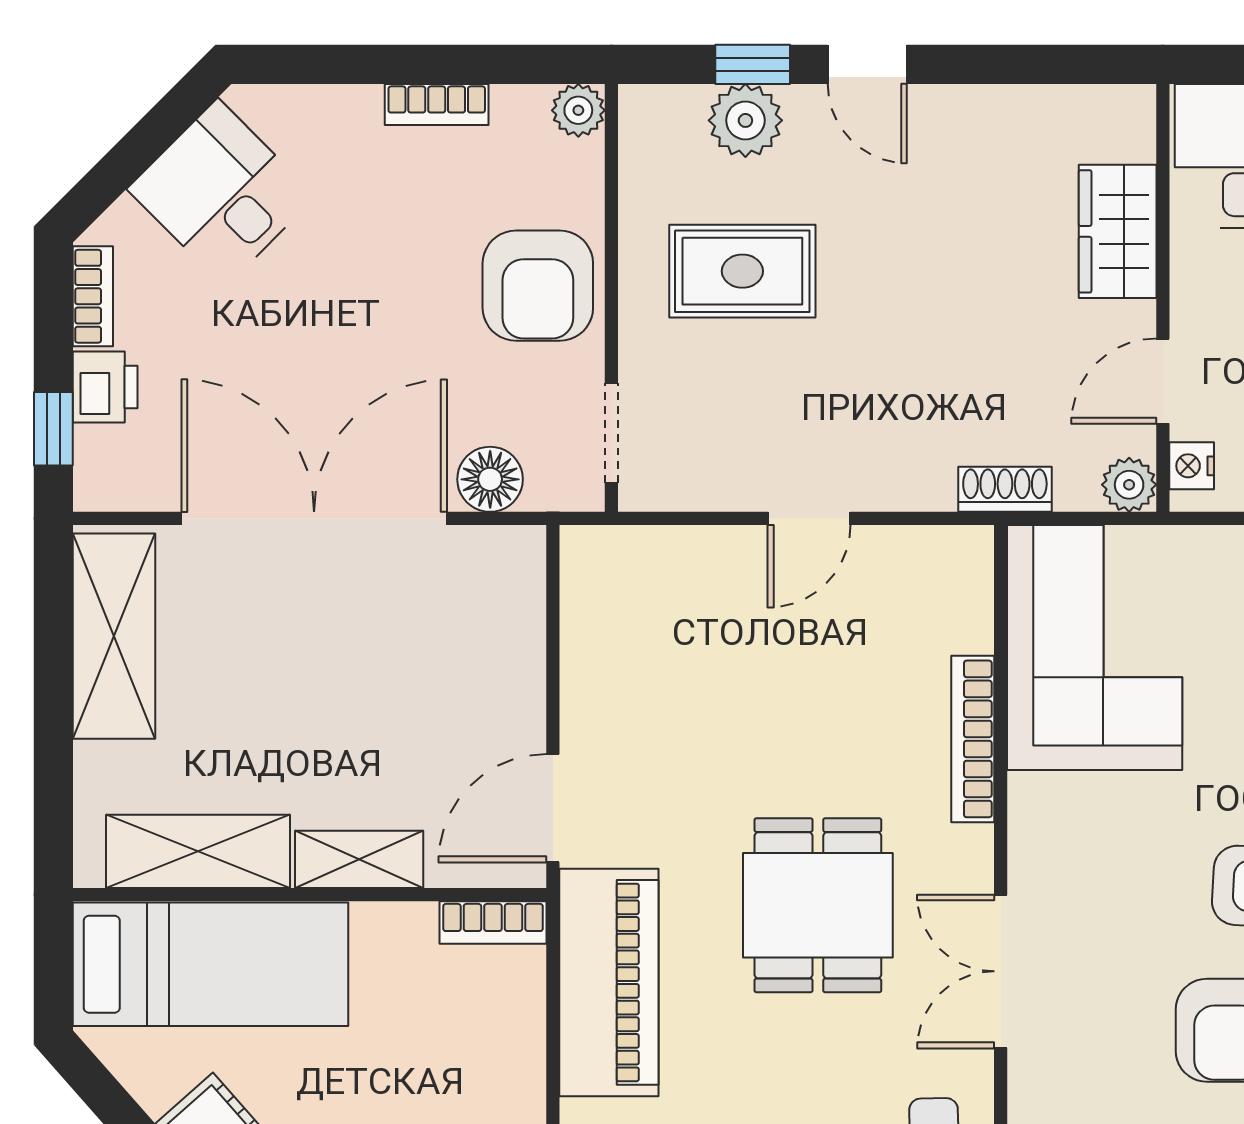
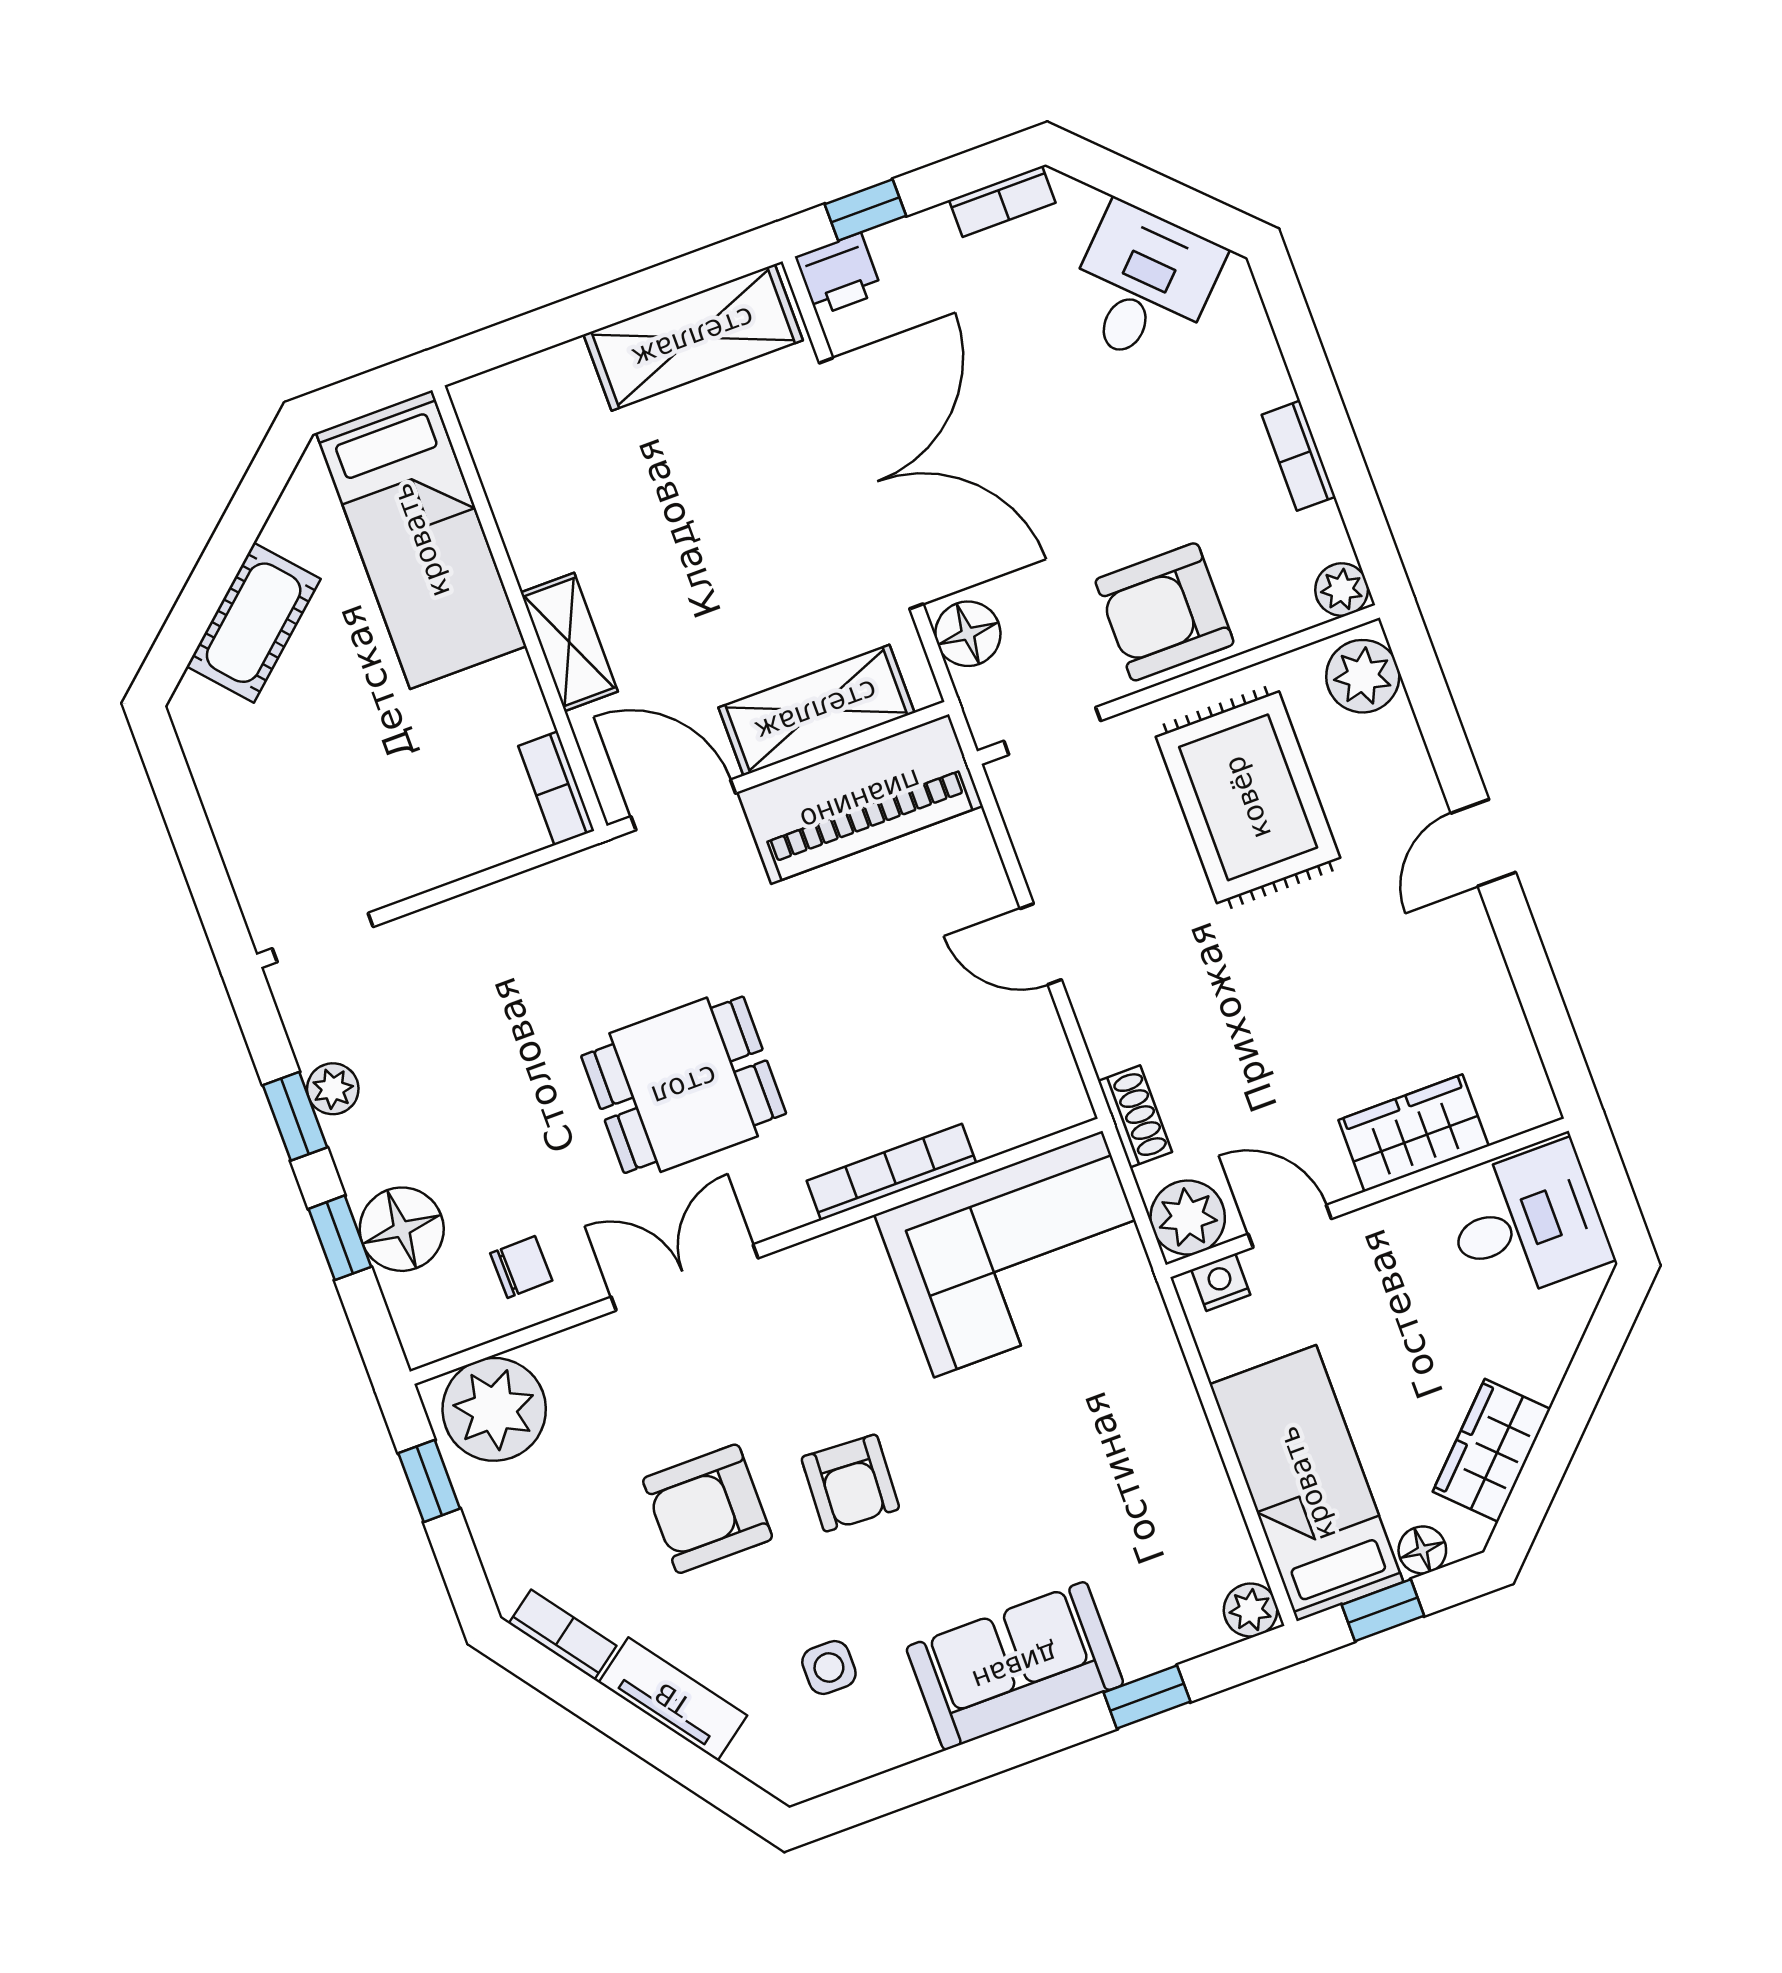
window: (753, 64) -> (1444, 736), removed
plant: (745, 120) -> (1363, 676), moved
rug: (742, 271) -> (1248, 797), width x1.36, depth x1.43
printer: (105, 387) -> (839, 274), moved
plant: (1129, 485) -> (1188, 1217), width x1.38, depth x1.38
shelving: (198, 851) -> (816, 710), moved, turned 90
piano: (609, 982) -> (860, 799), moved

